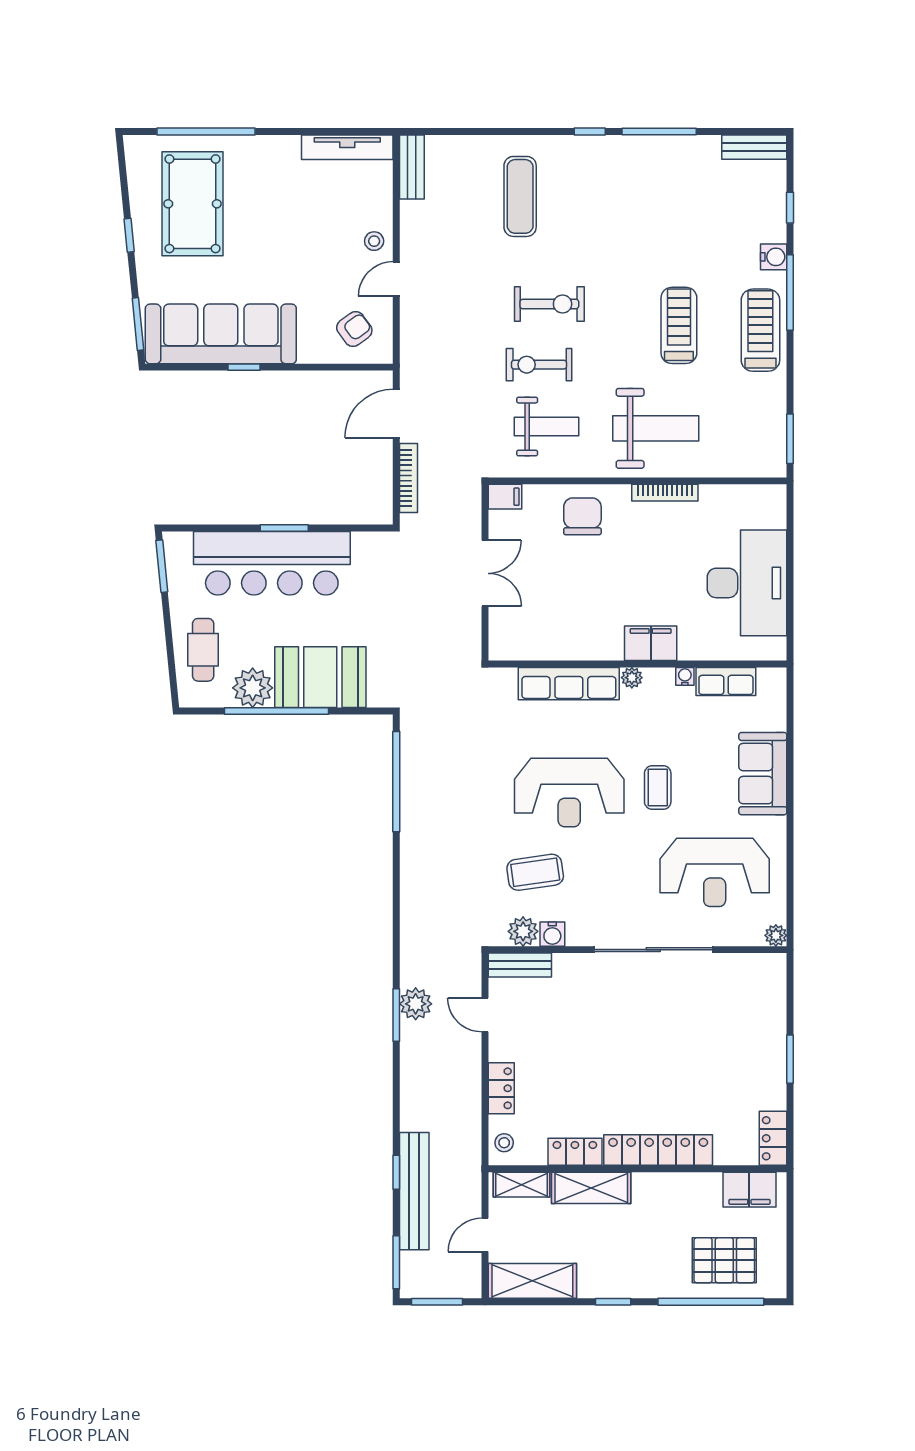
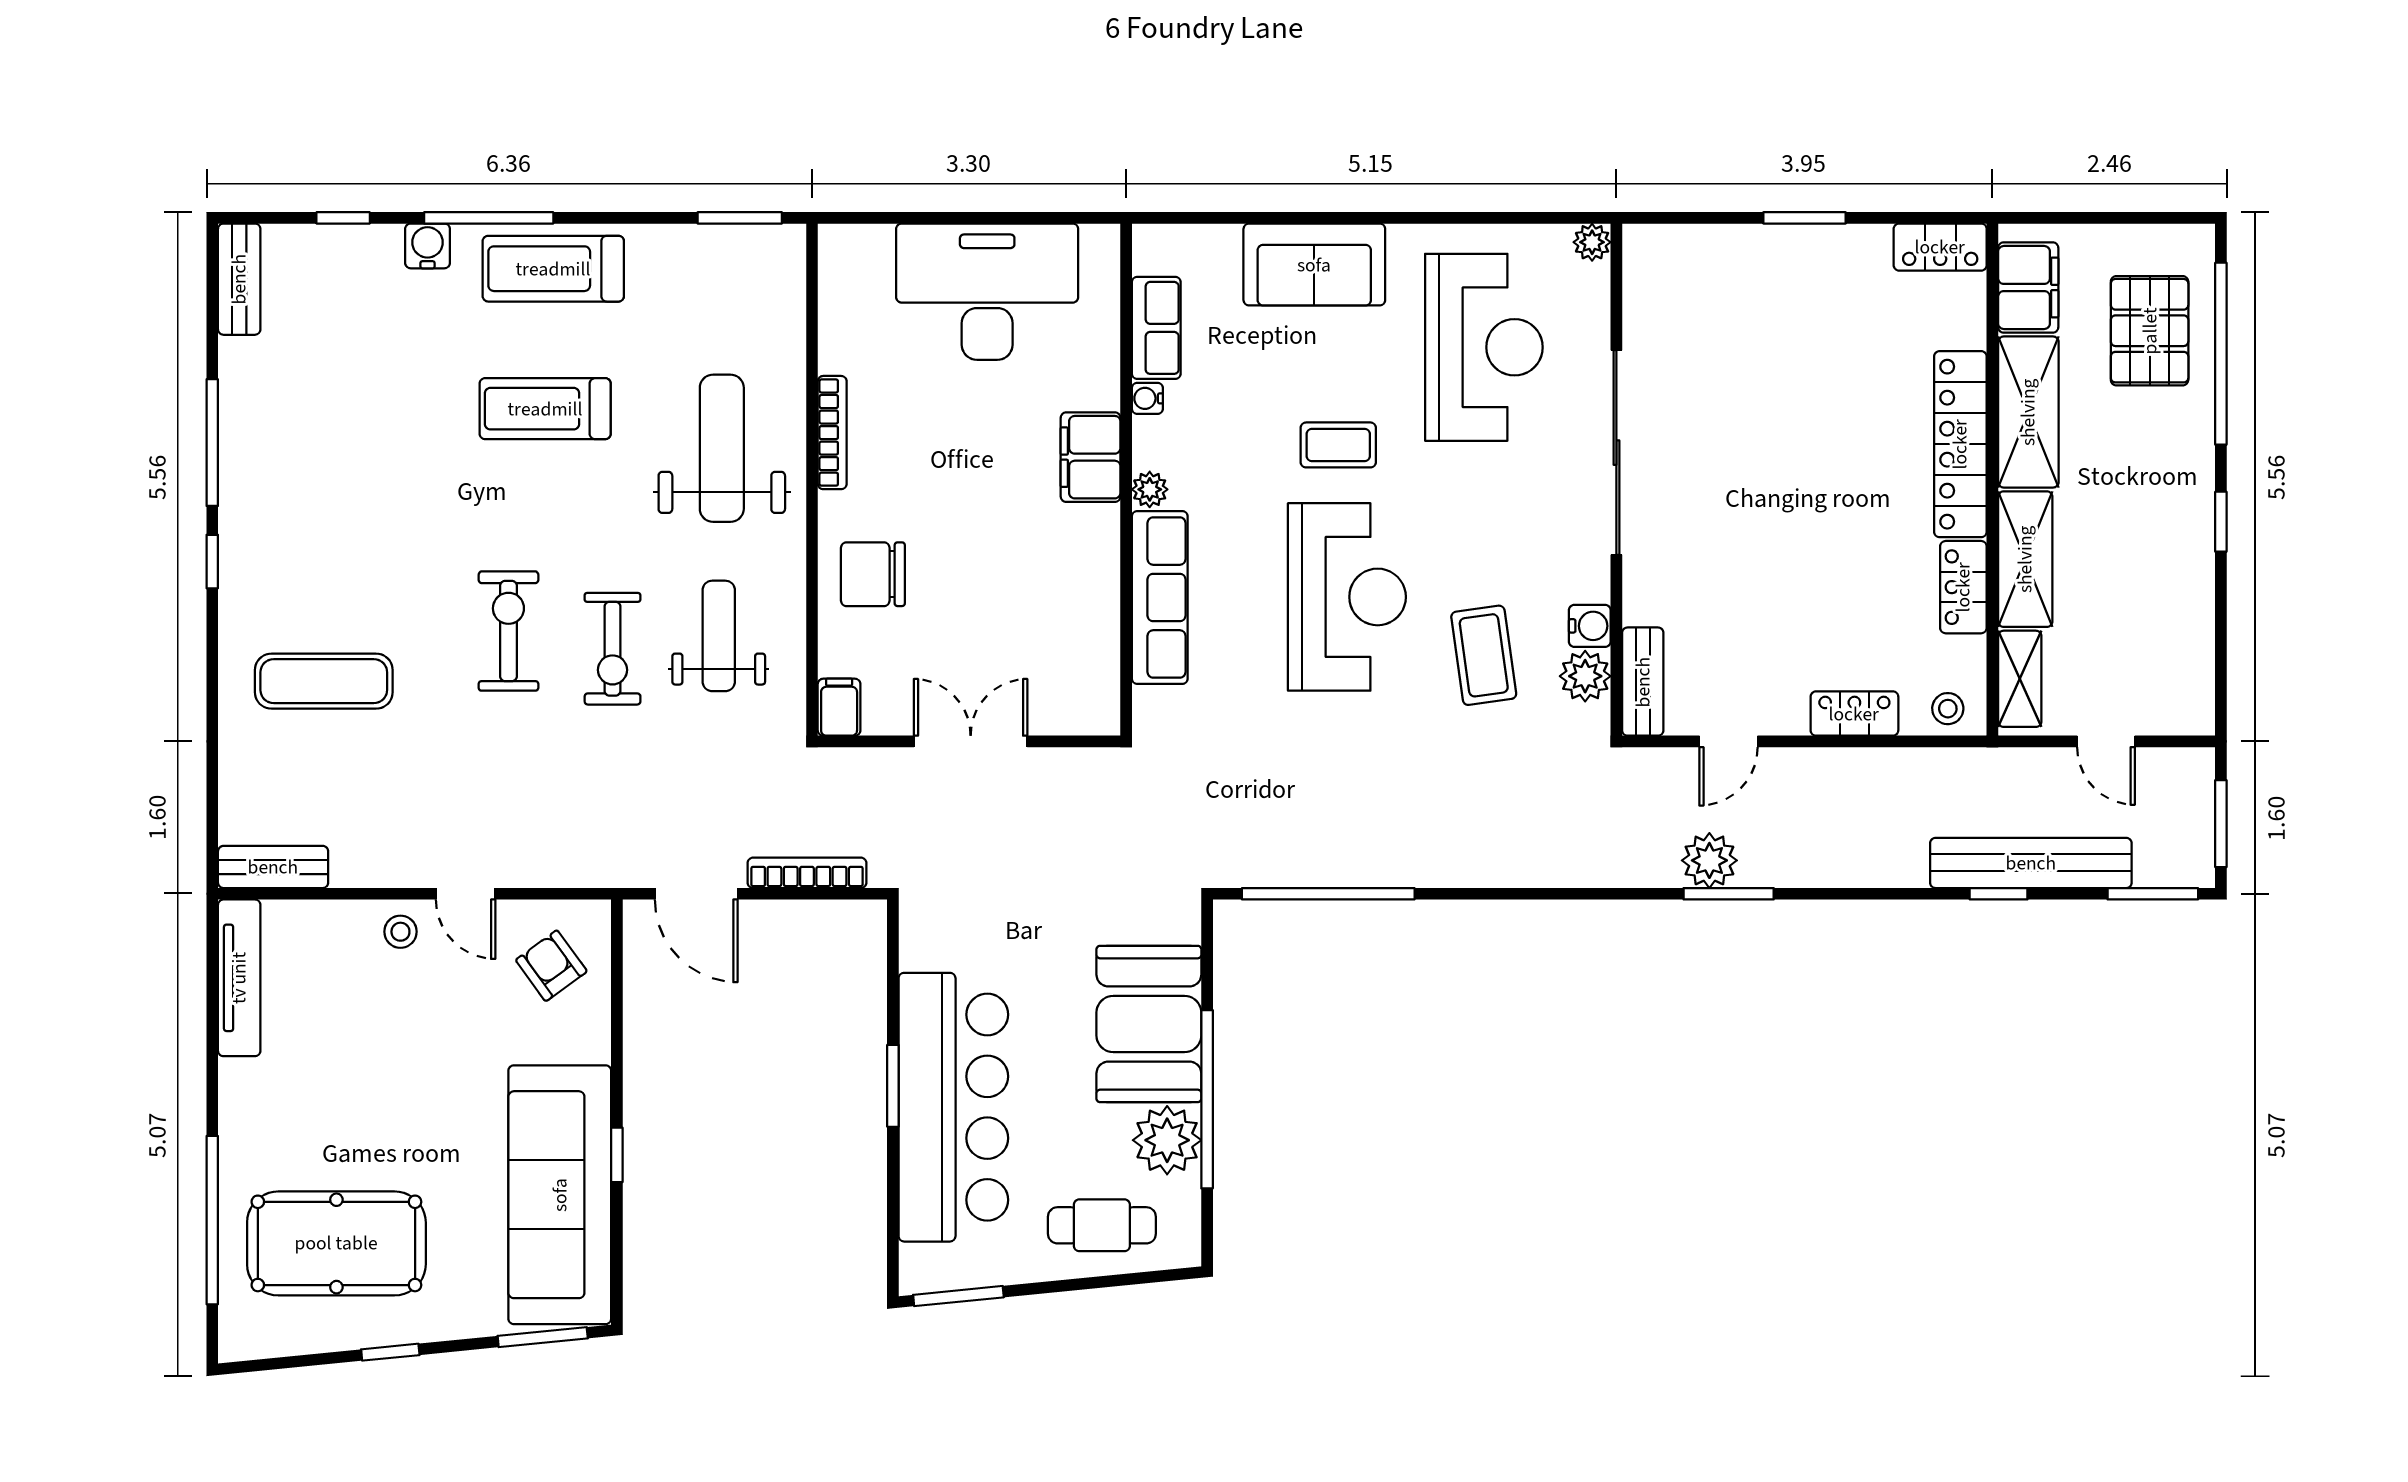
shelving: (532, 1281) -> (2028, 412), moved

